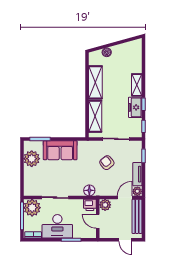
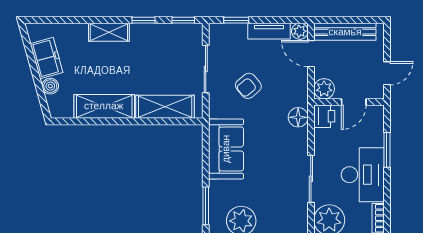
freezer: (135, 107) -> (47, 58), moved, turned -105
sofa: (60, 150) -> (226, 149), moved
door: (125, 240) -> (387, 73), moved

